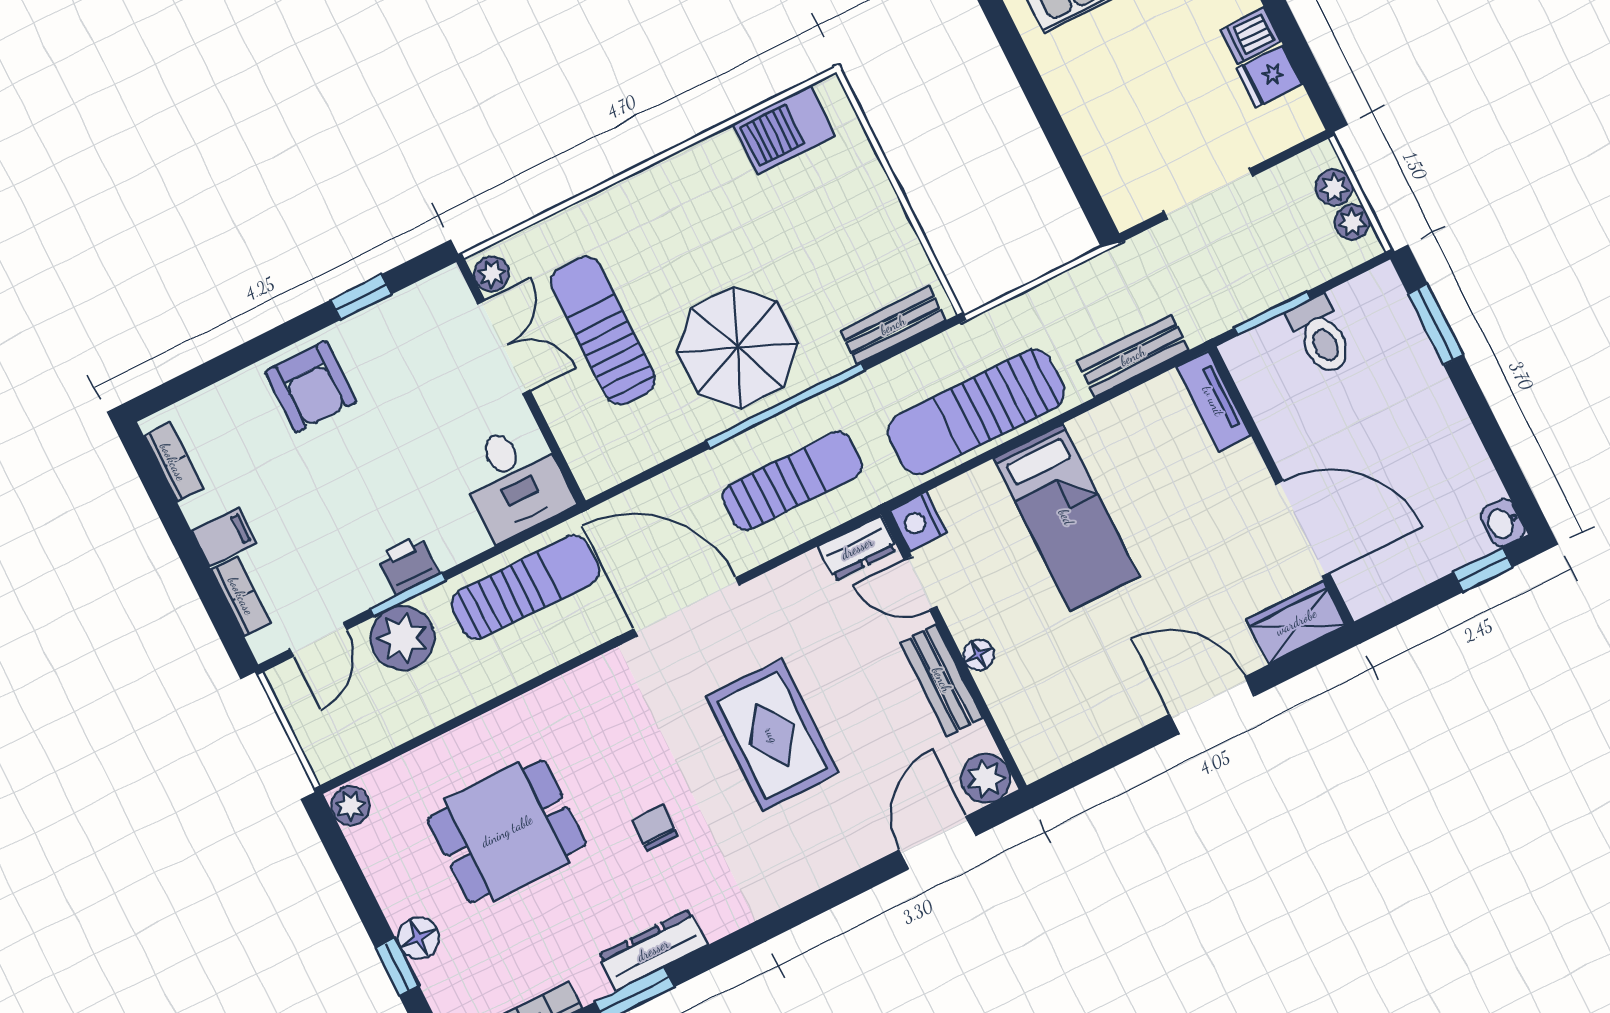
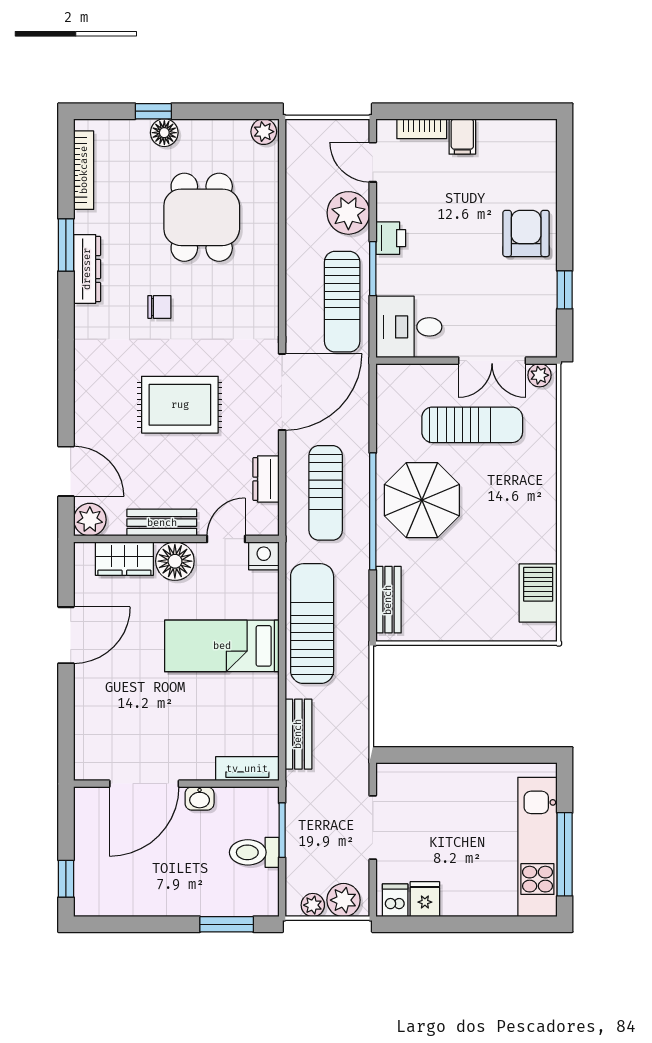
dishwasher: (1251, 36) -> (395, 900), moved
plant: (1334, 187) -> (343, 900), width x1.38, depth x1.38
armchair: (311, 387) -> (526, 233), turned 90
bookcase: (173, 462) -> (522, 129), removed
washbasin: (1503, 523) -> (200, 798), moved, turned 180
dresser: (857, 548) -> (266, 479), moved
window: (408, 594) -> (373, 269), moved
wardrobe: (1296, 622) -> (124, 559), moved, turned 90
floor lamp: (979, 655) -> (175, 561), width x1.89, depth x1.89
door: (1212, 705) -> (66, 635), moved

